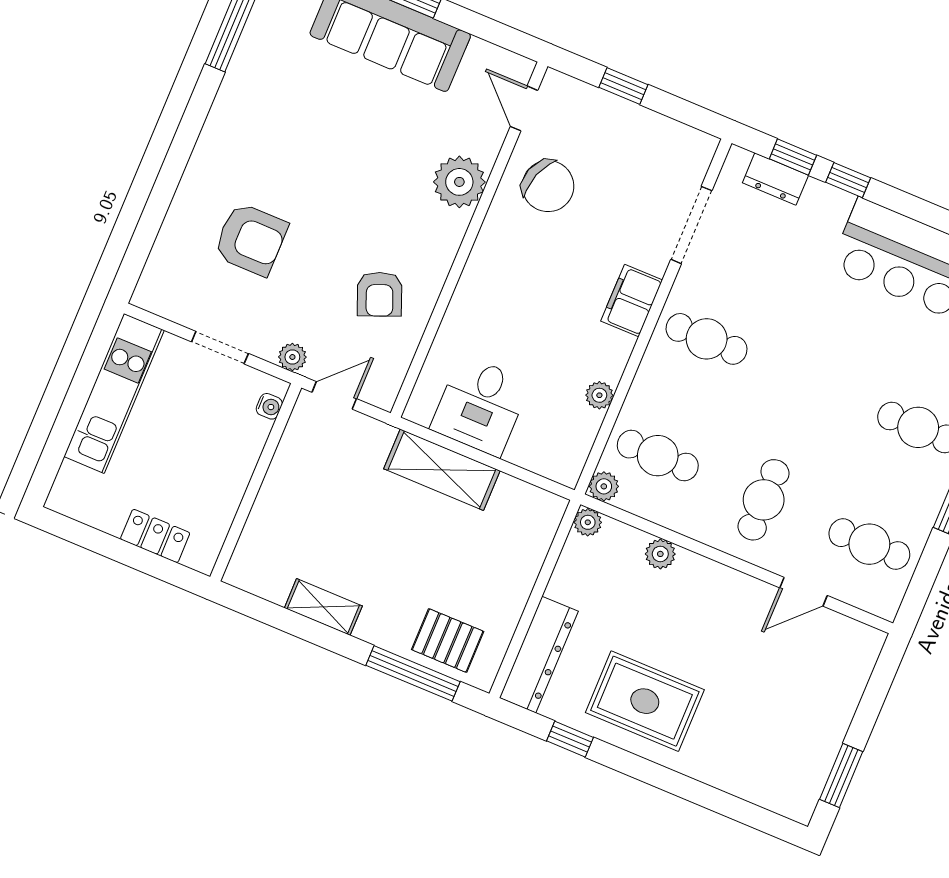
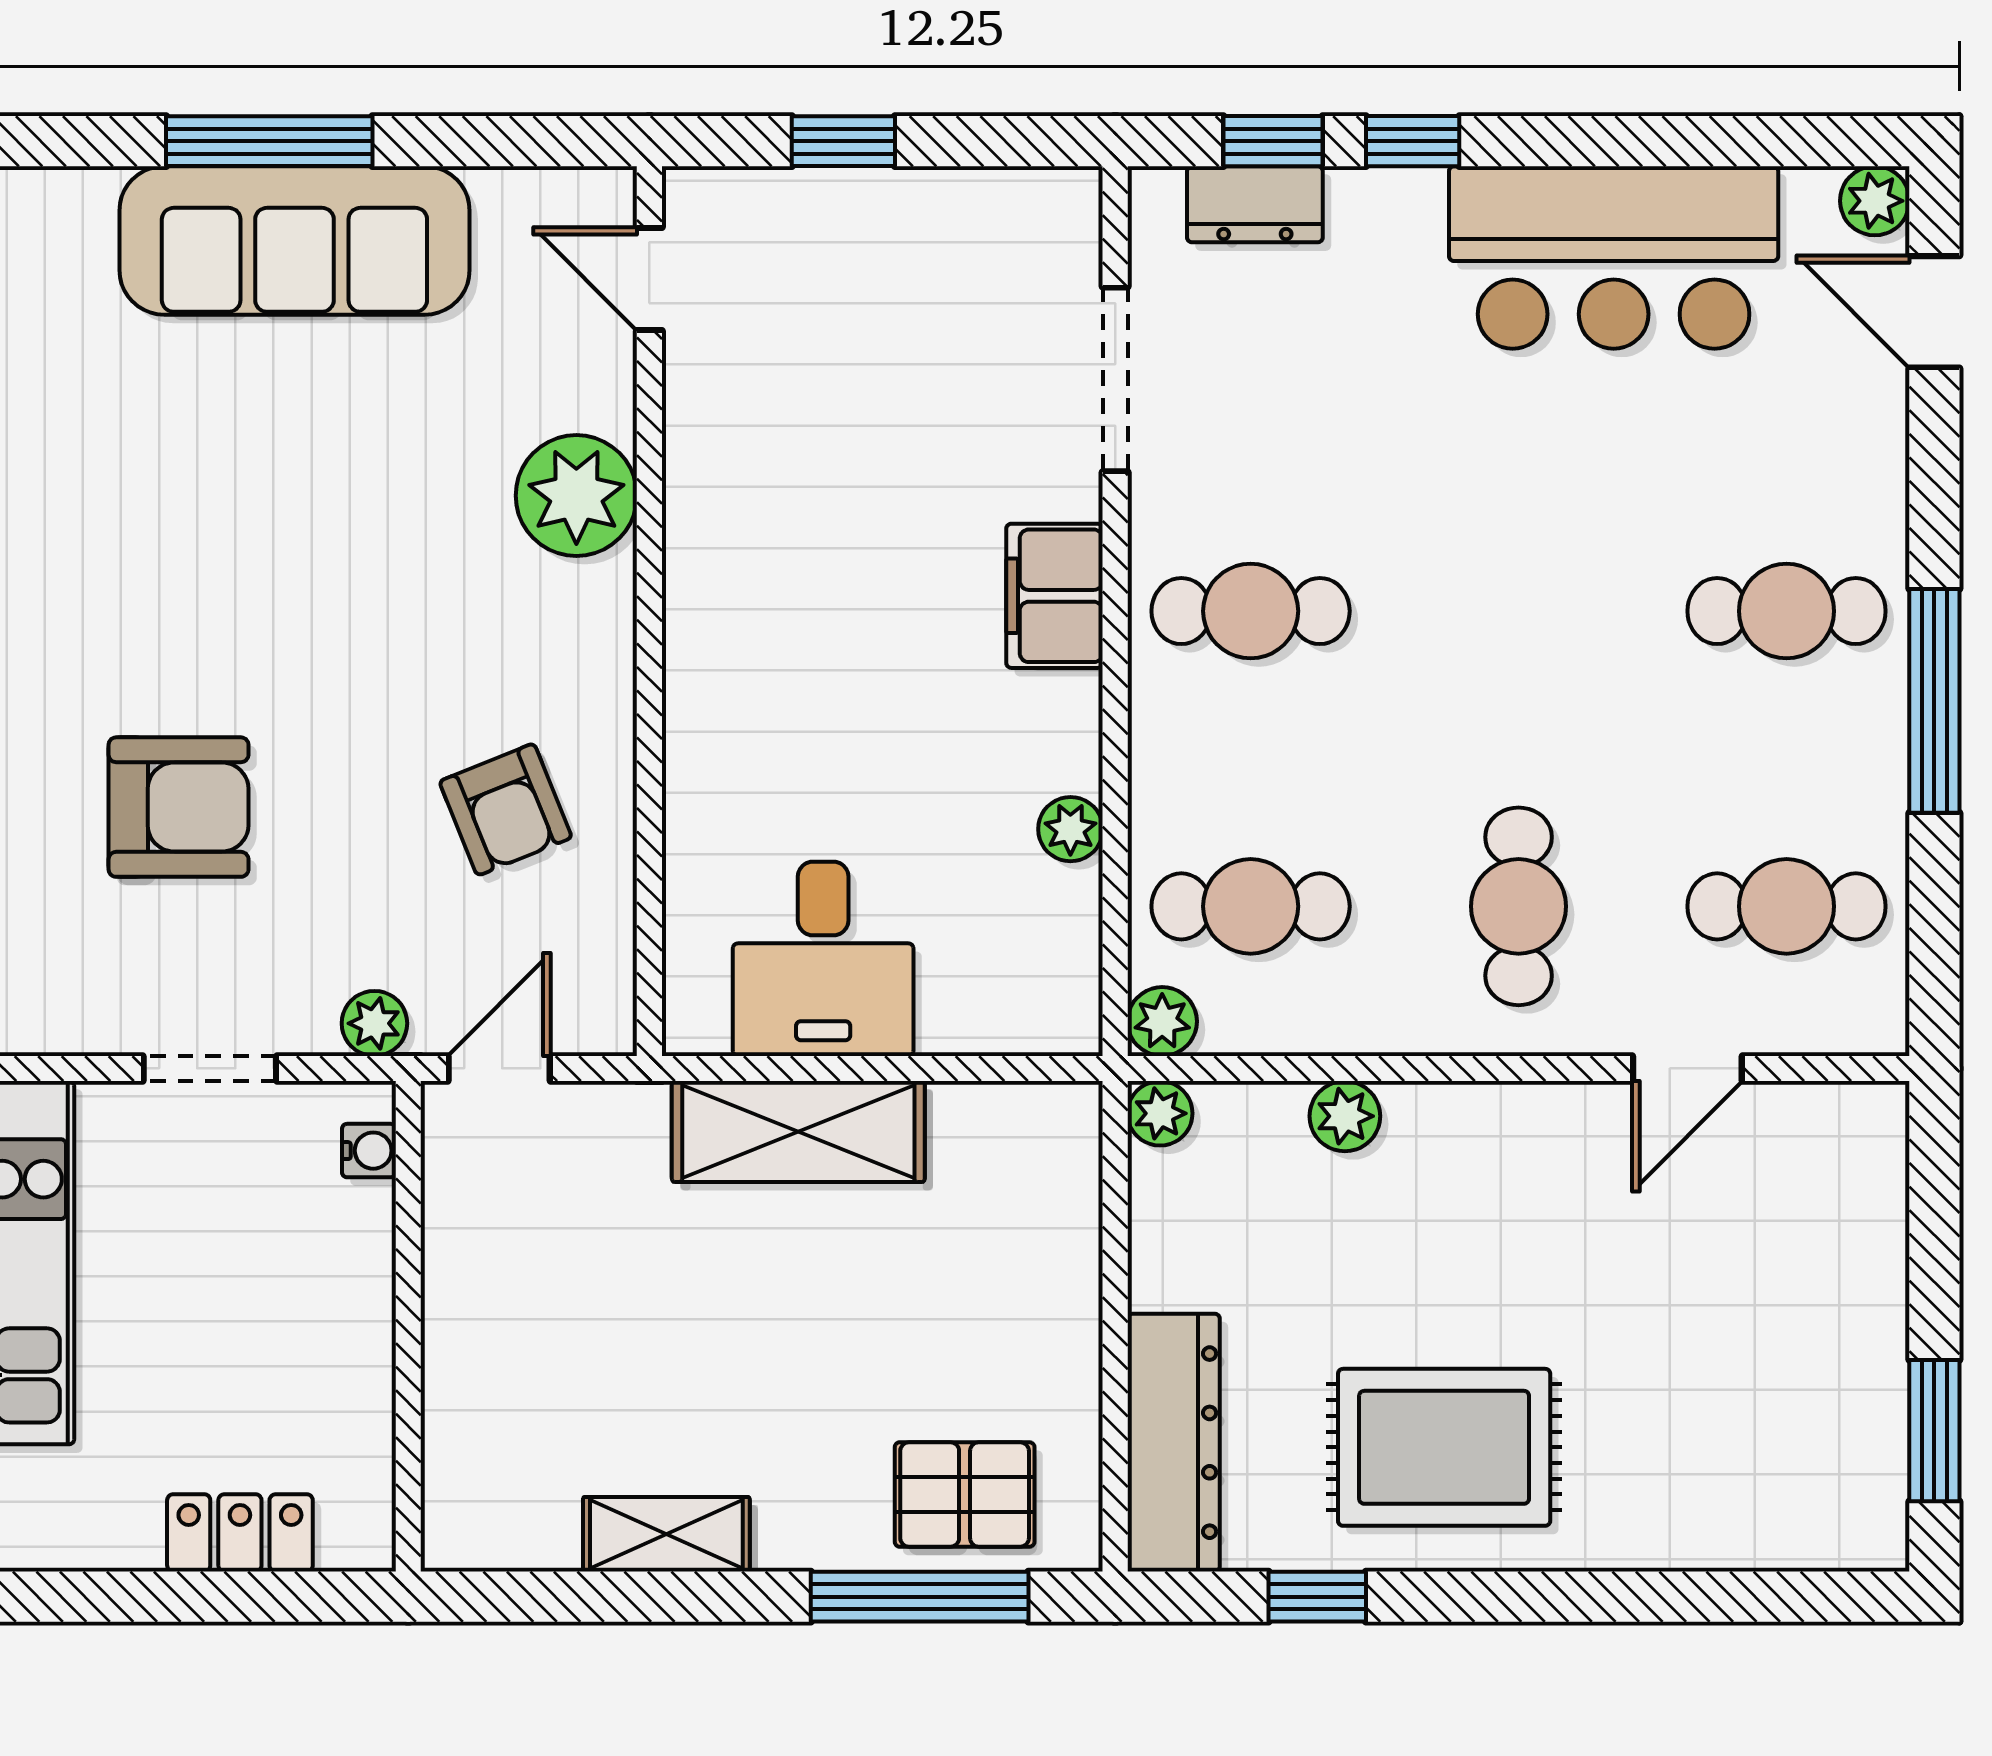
chair: (548, 186) -> (771, 425), removed

